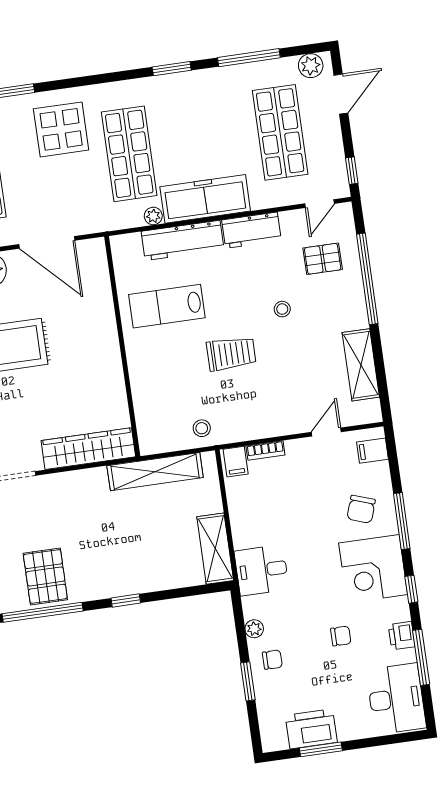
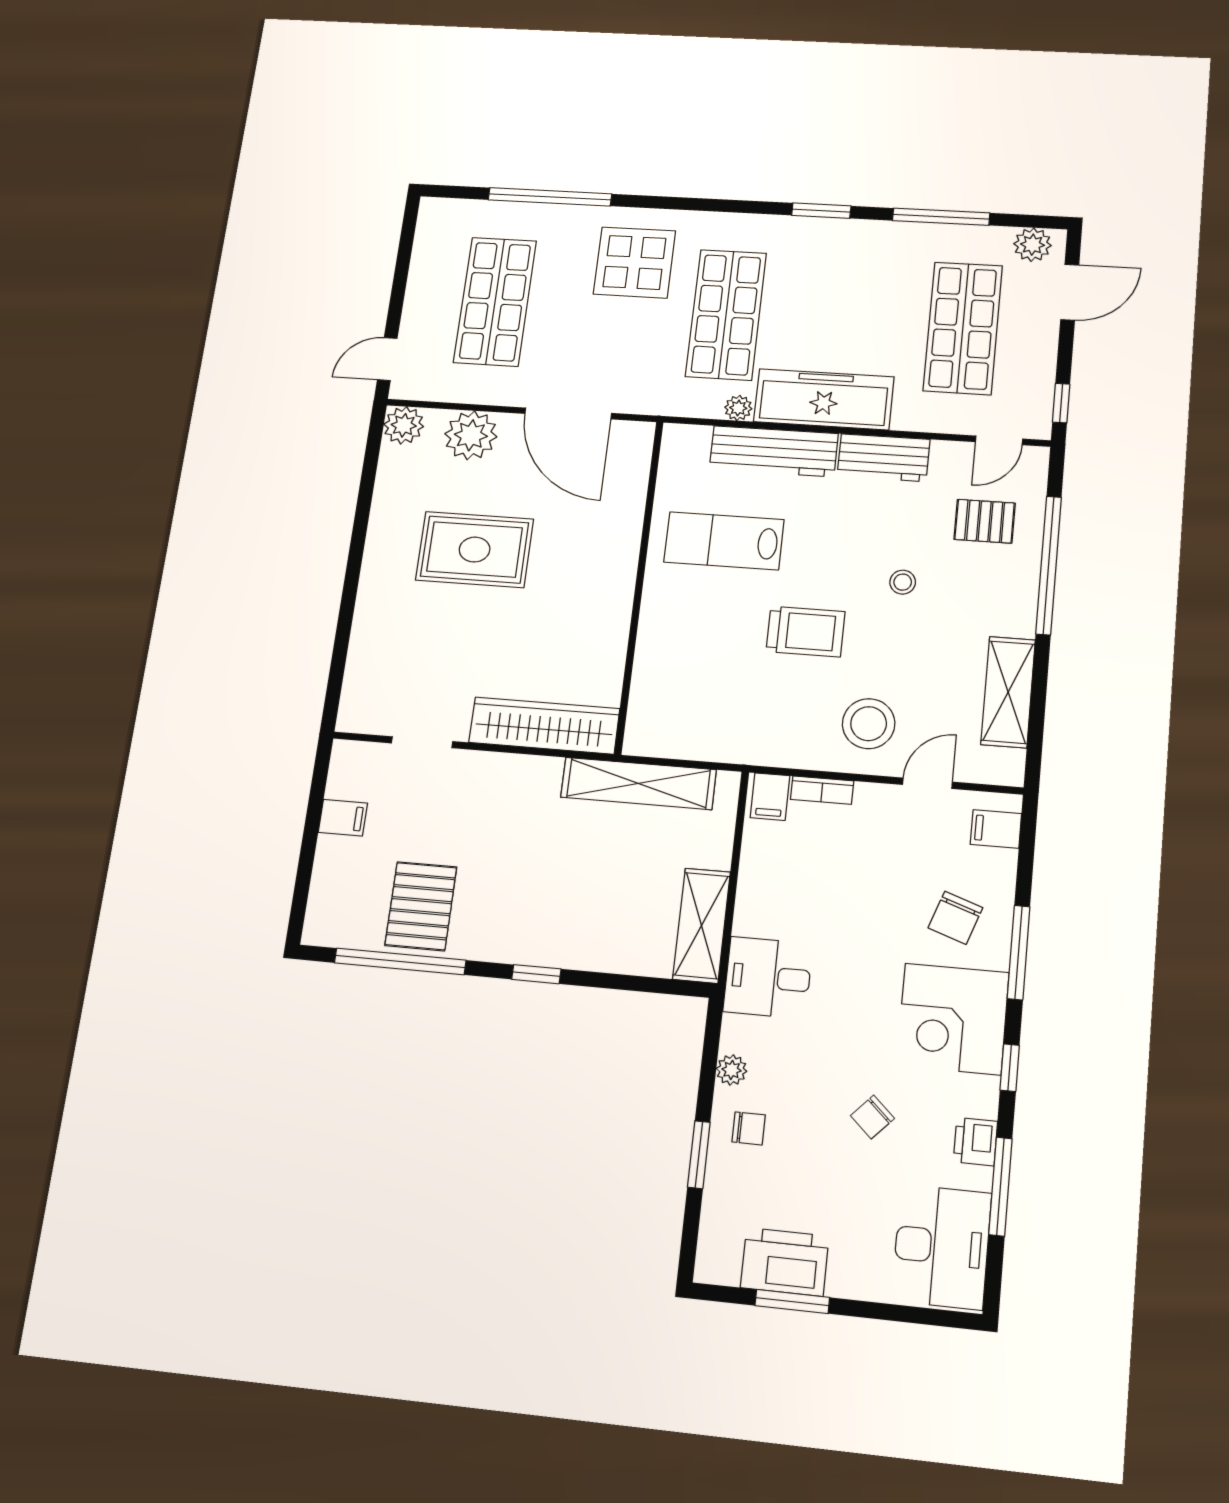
stool: (202, 428) -> (869, 724), moved, width x1.89, depth x1.89
chair: (341, 636) -> (872, 1117), turned 133

